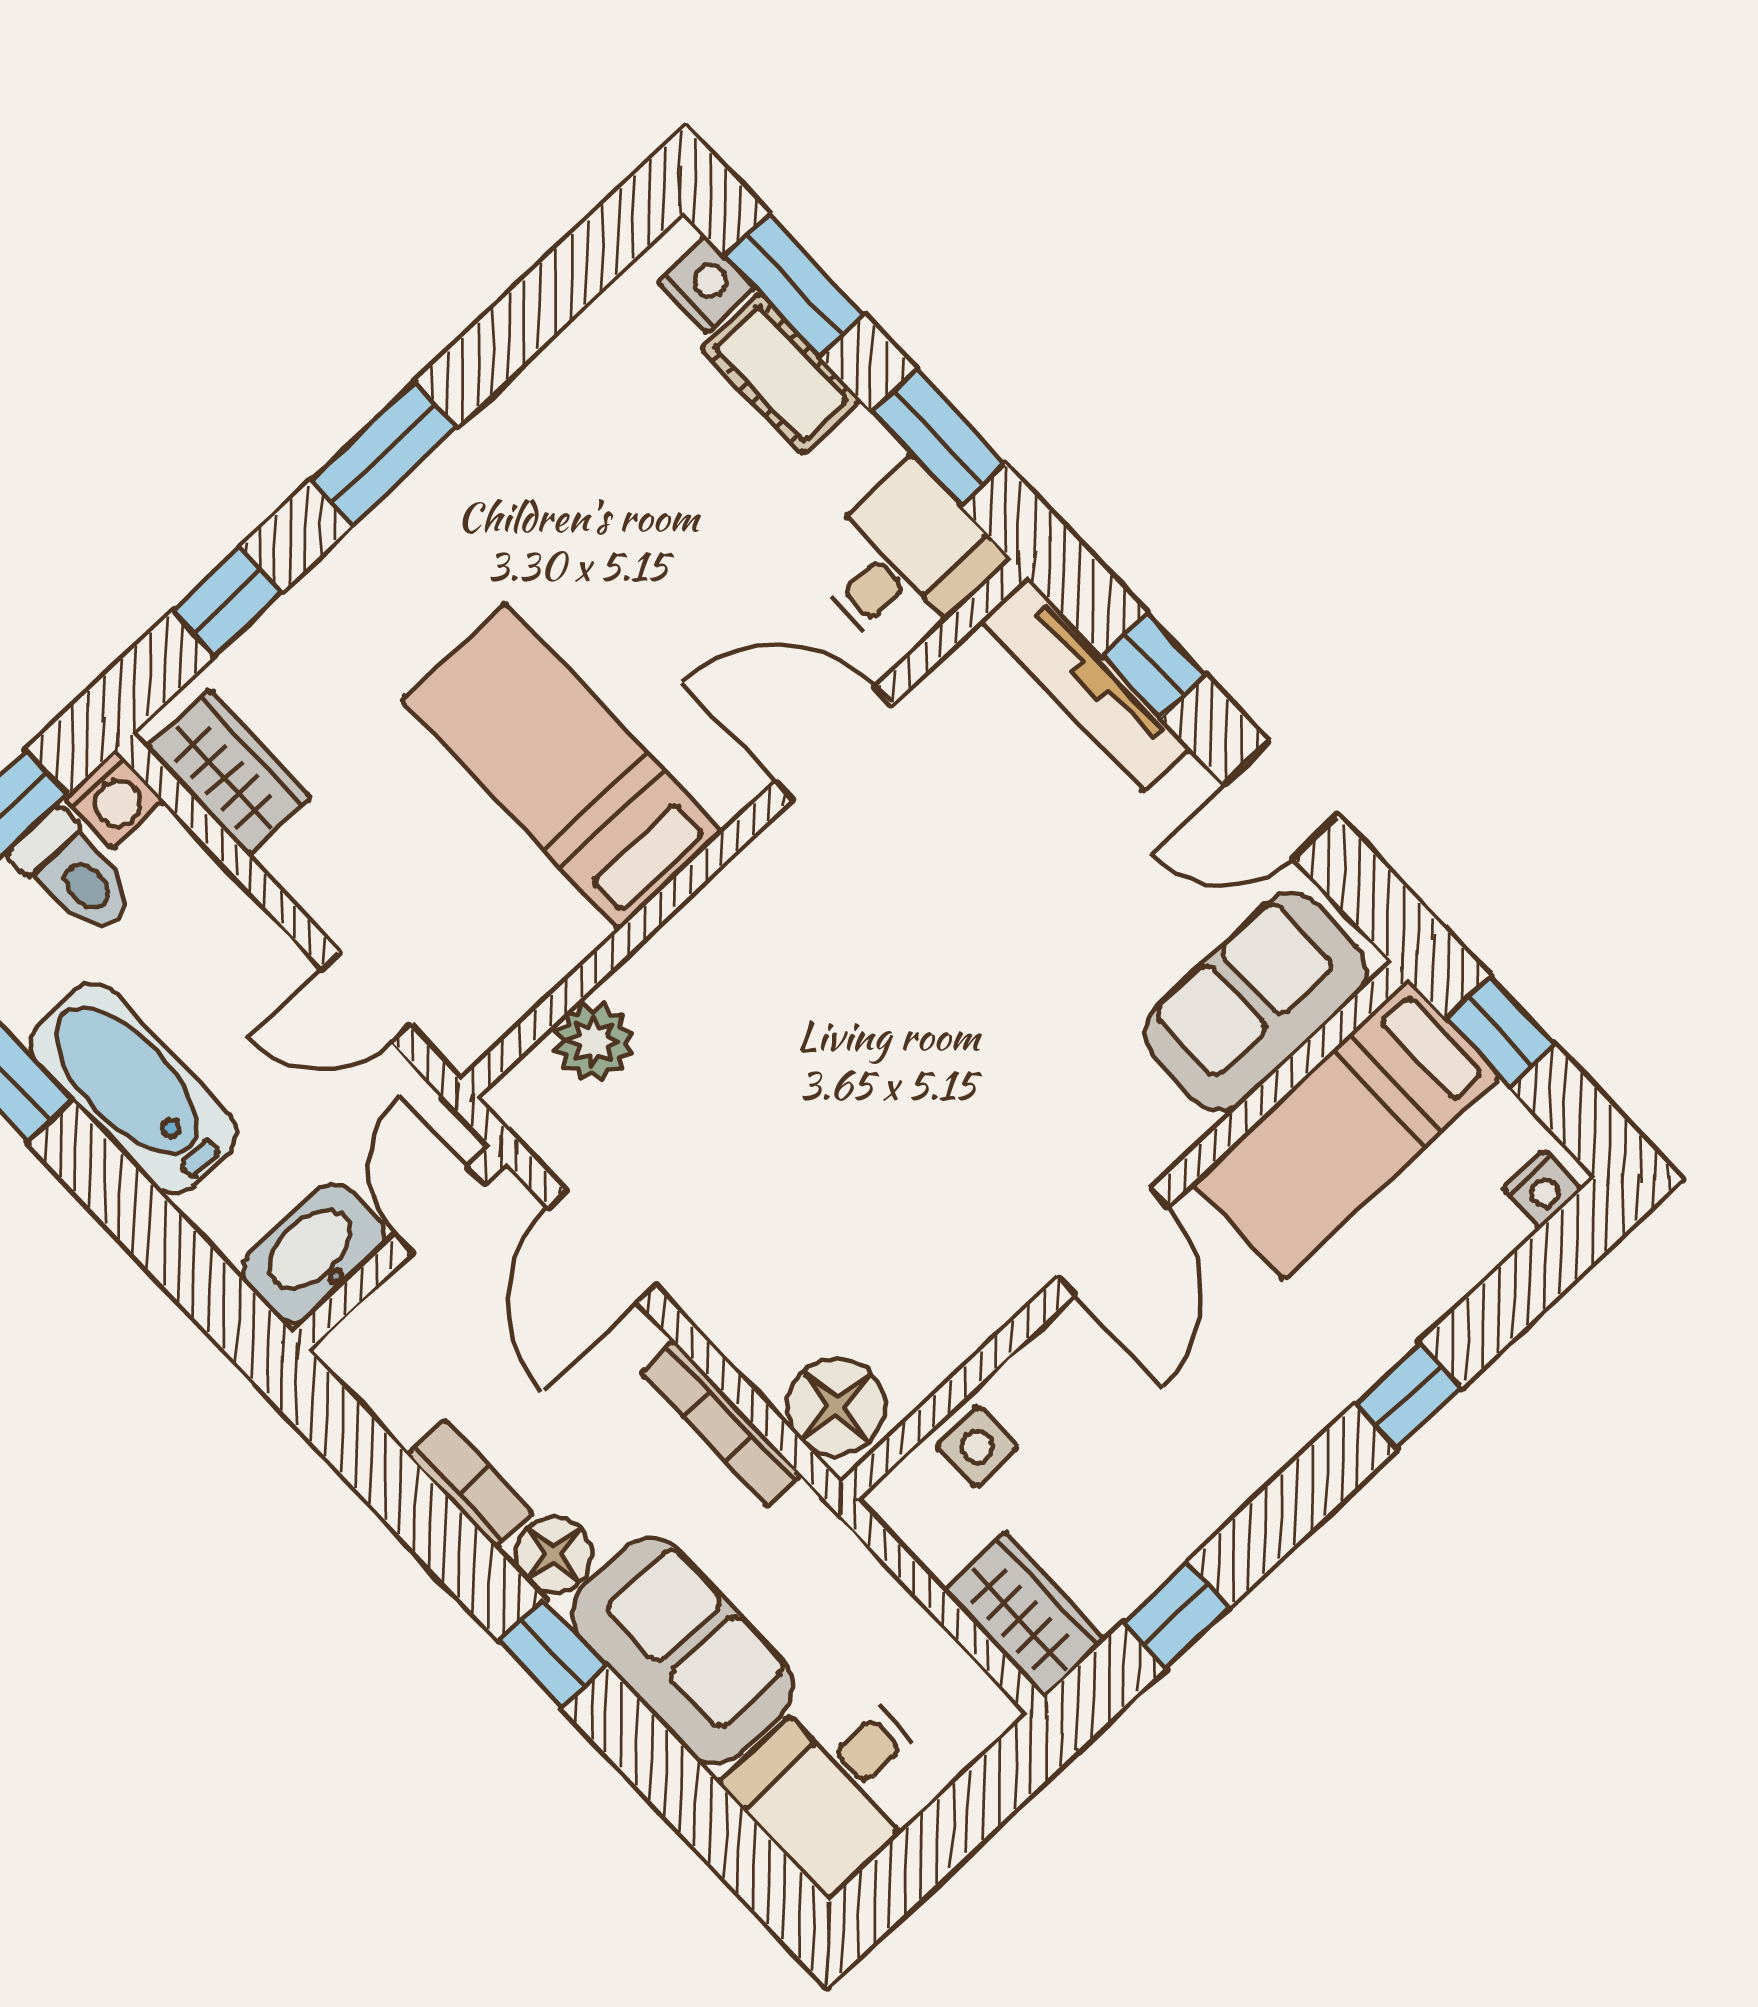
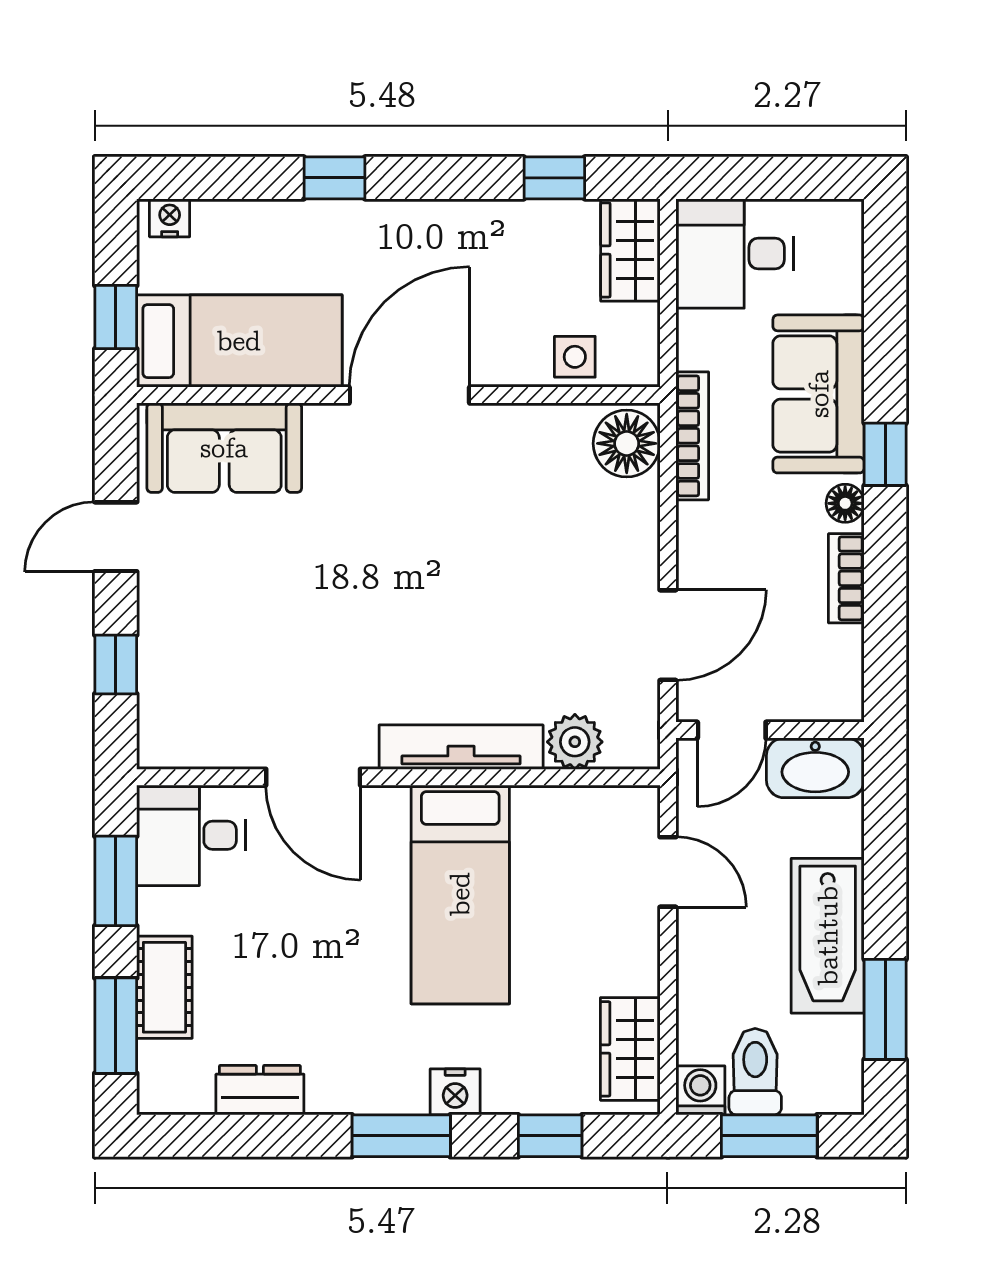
nightstand: (706, 285) -> (455, 1092), moved, turned -90
dresser: (578, 361) -> (260, 1090), added
tv unit: (1086, 684) -> (461, 747), moved, turned -90
door: (1281, 800) -> (116, 537), swing flipped
door: (1113, 1242) -> (409, 395), width x1.36
bookcase: (721, 1424) -> (692, 436), moved
floor lamp: (554, 1555) -> (845, 503), width x0.73, depth x0.73
desk: (834, 1782) -> (735, 253), moved, turned 180

